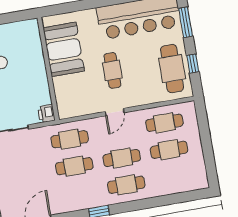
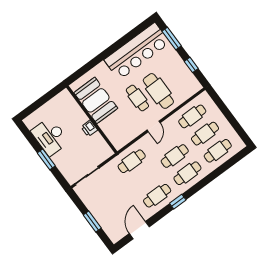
cafe table: (172, 69) -> (158, 91), moved
printer: (46, 114) -> (89, 128), moved
cafe table: (74, 166) -> (157, 196), moved
cafe table: (174, 177) -> (218, 151), added

